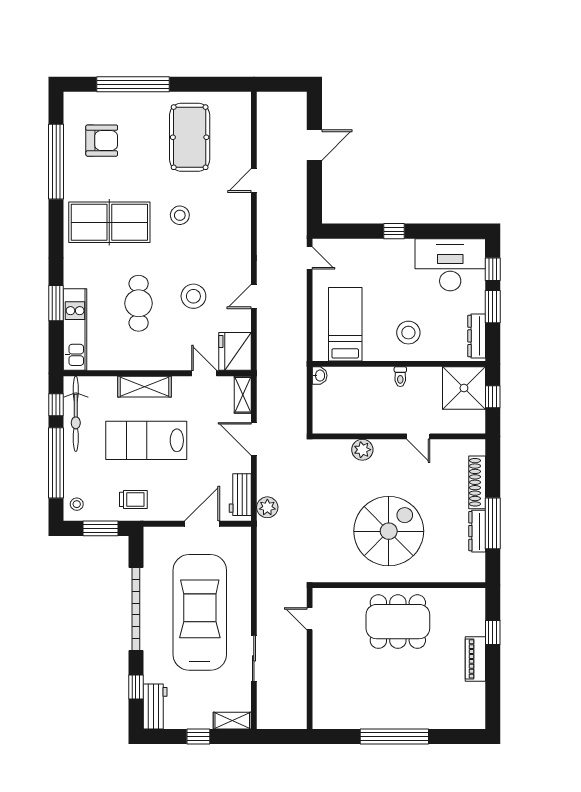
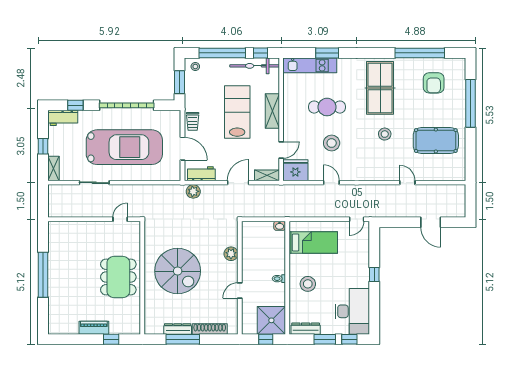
trolley: (133, 499) -> (193, 121), moved

